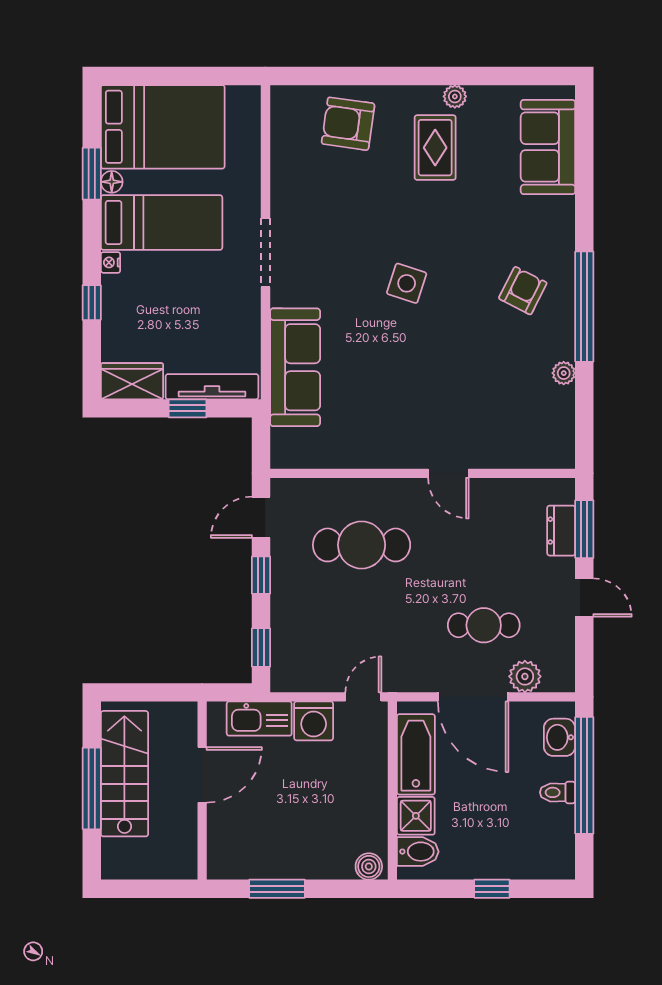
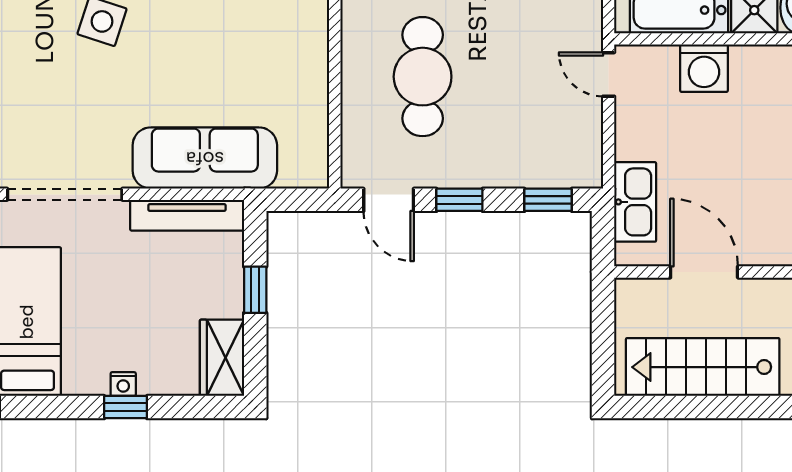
doorway: (265, 253) -> (65, 194), width x1.36
nightstand: (111, 262) -> (123, 384), moved
tv unit: (212, 387) -> (187, 215), moved, turned -90
washing machine: (314, 721) -> (704, 68), moved, turned 90
window: (92, 788) -> (721, 407), removed

